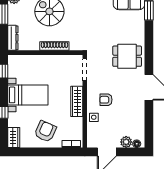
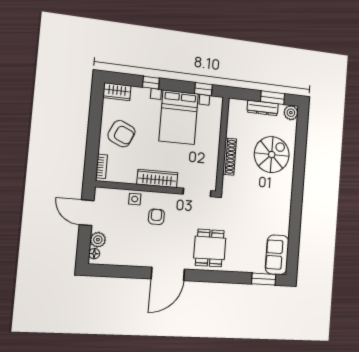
dresser: (13, 38) -> (263, 108), moved
bed with nightstands: (28, 95) -> (179, 117), width x1.36

